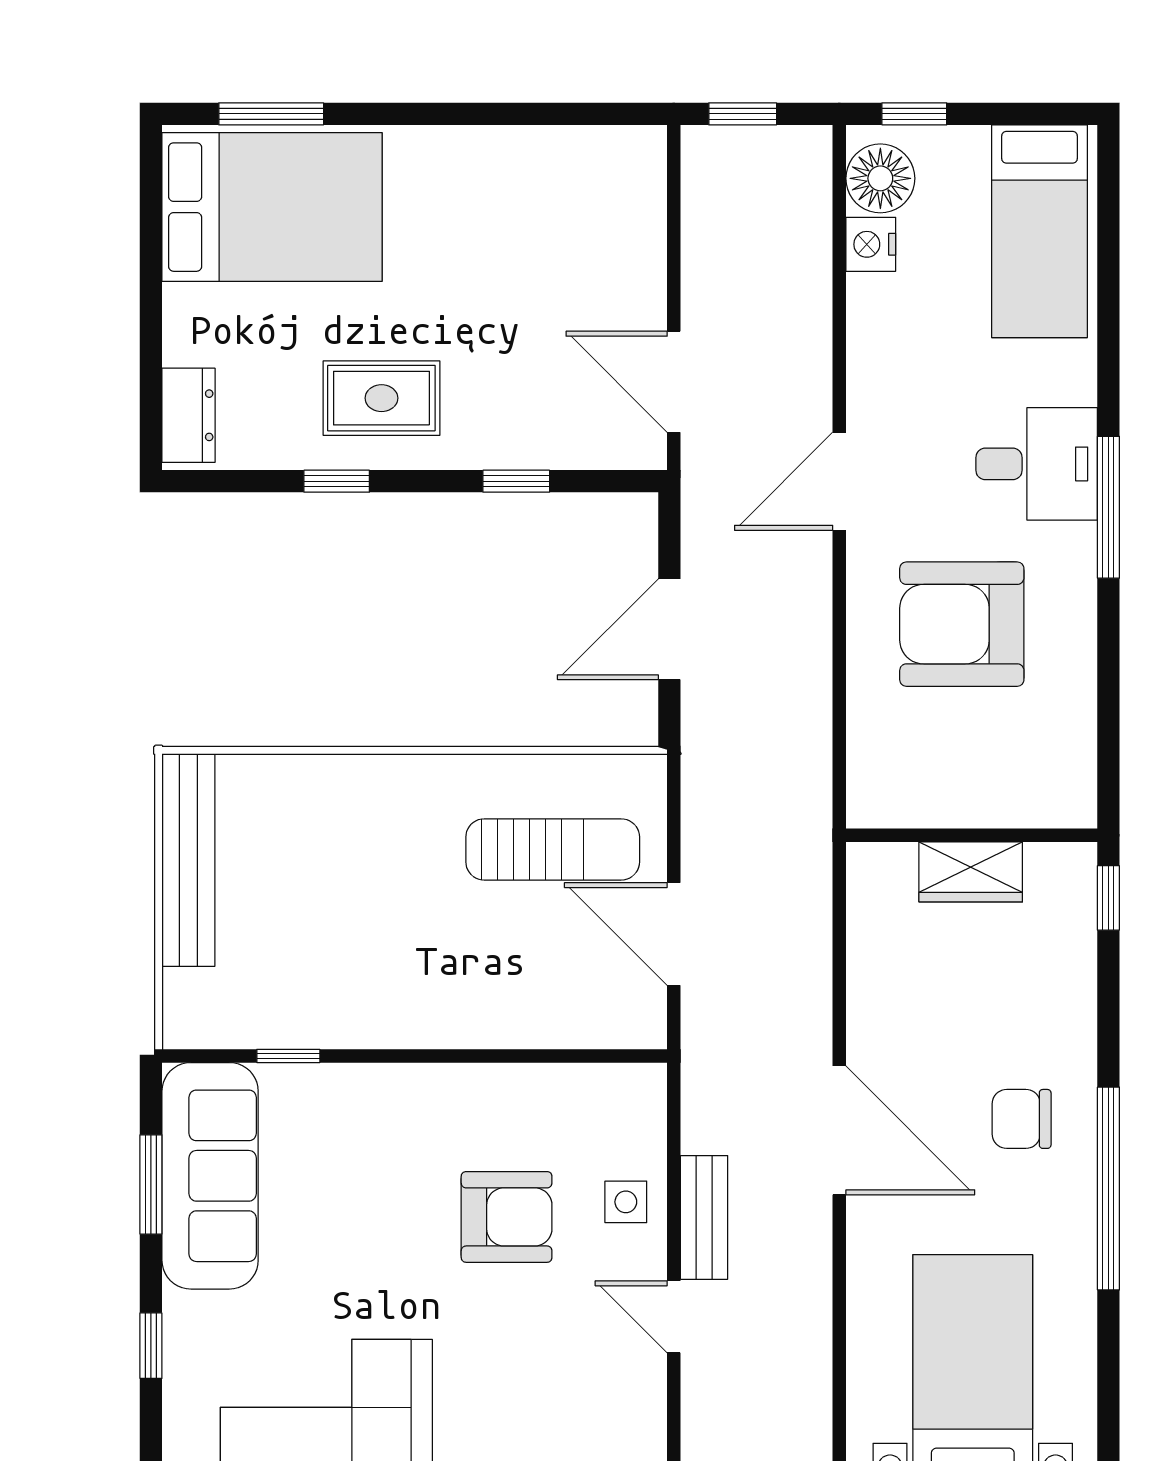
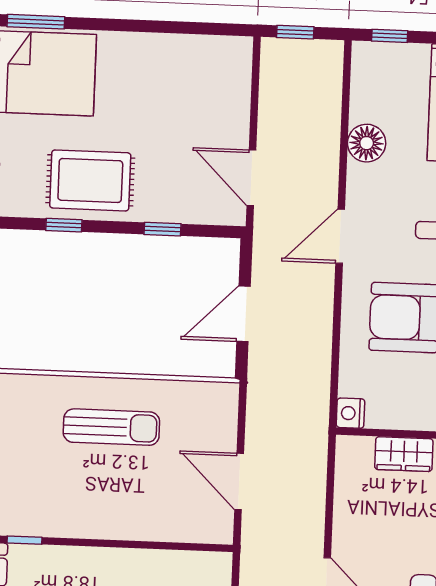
floor lamp: (880, 178) -> (367, 143), moved
nightstand: (871, 244) -> (350, 413), moved
rug: (381, 398) -> (90, 180), width x1.36, depth x1.43
sun lounger: (553, 849) -> (111, 427), moved

